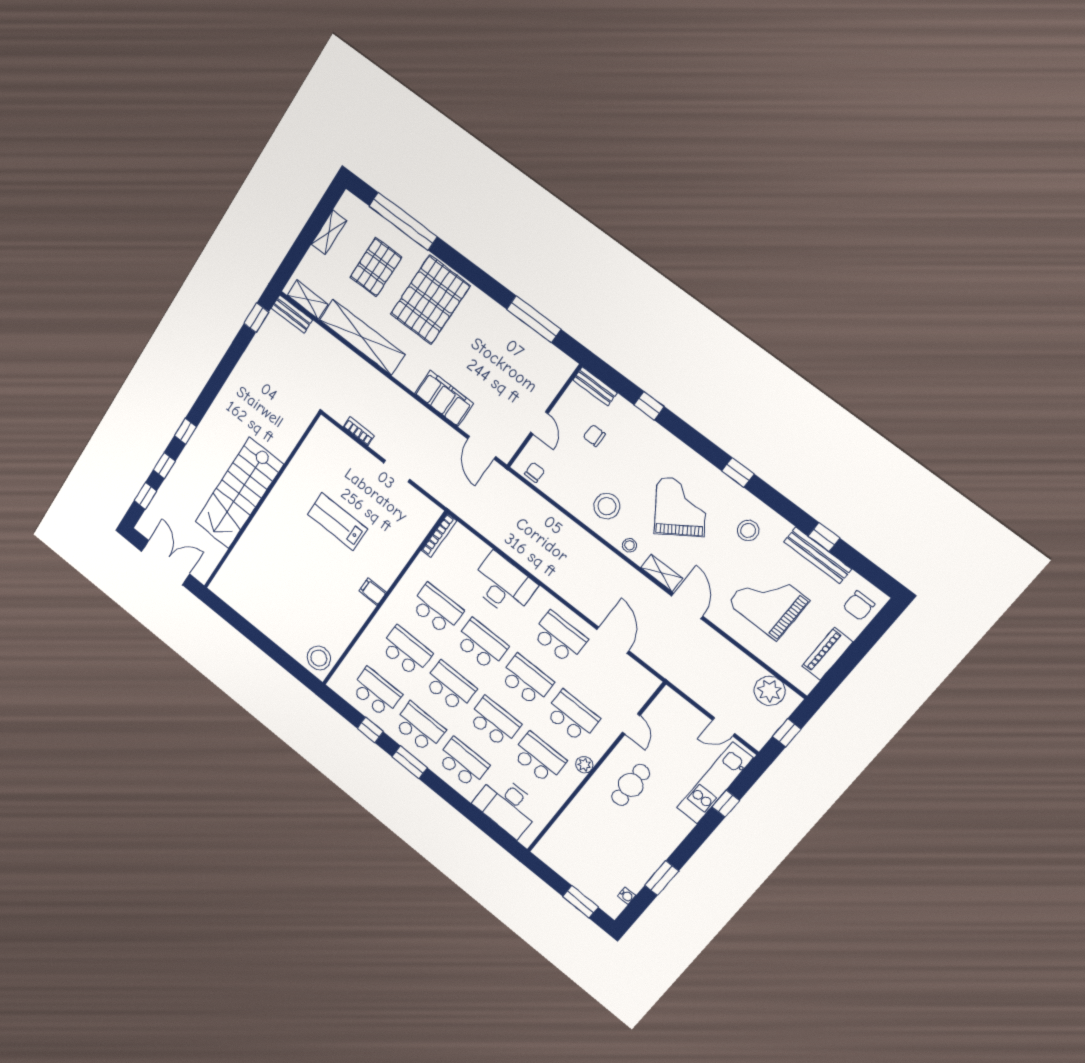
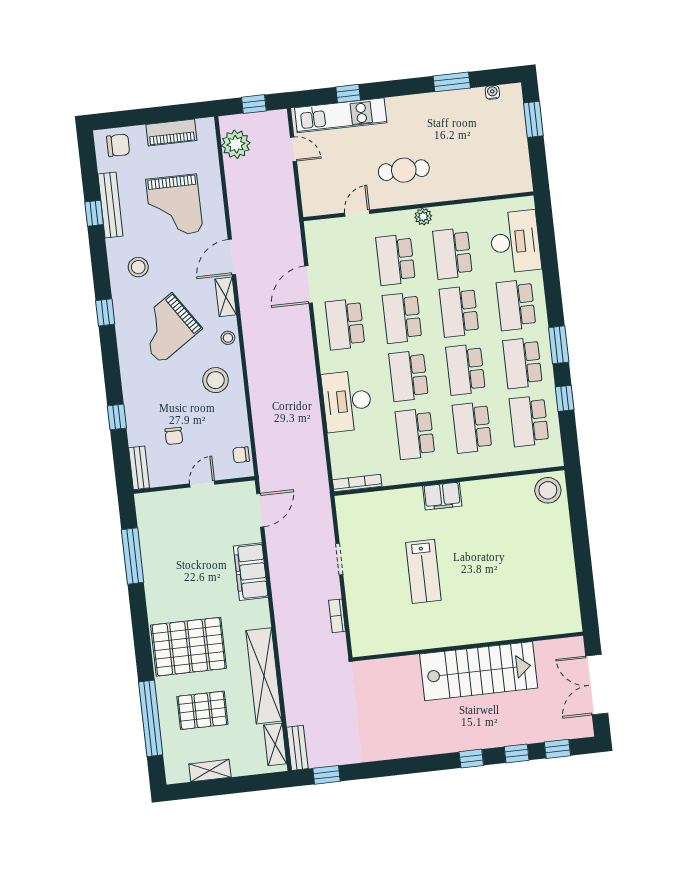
filing cabinet: (373, 592) -> (442, 496), width x2.00

